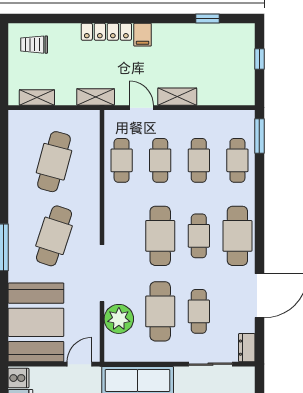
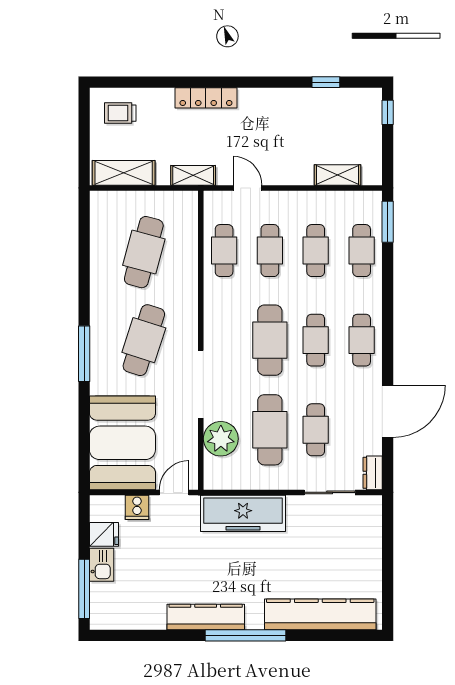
filing cabinet: (143, 35) -> (249, 101), removed
window: (259, 59) -> (388, 112), moved
shelving: (177, 97) -> (337, 175), moved
shelving: (37, 98) -> (124, 173), width x1.50, depth x1.33
cafe table: (237, 236) -> (362, 340), width x0.73, depth x0.74
cooker: (19, 378) -> (137, 507), moved, turned 90

